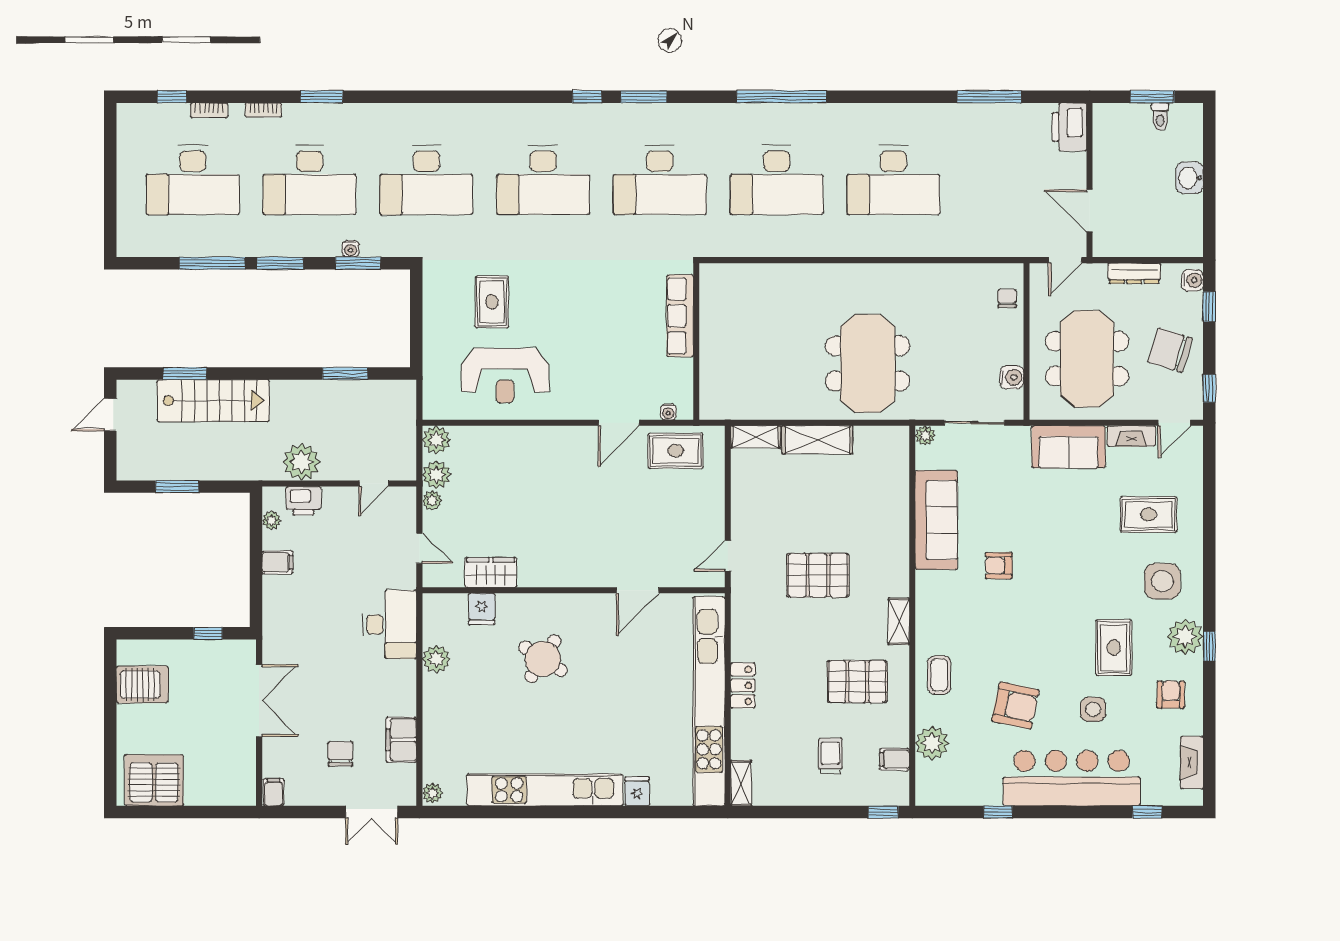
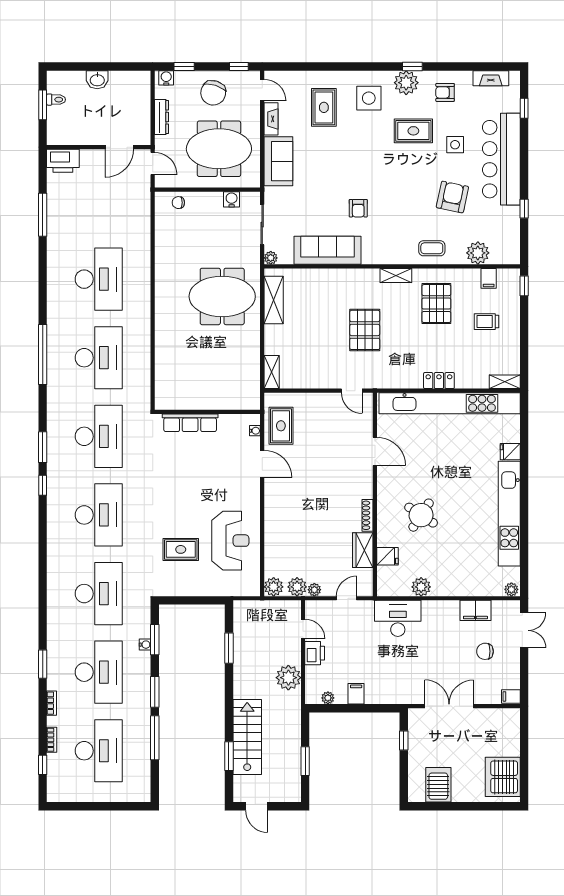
shelving: (817, 440) -> (274, 300), moved
printer: (303, 501) -> (315, 653), moved
shoe rack: (543, 579) -> (367, 515), added

